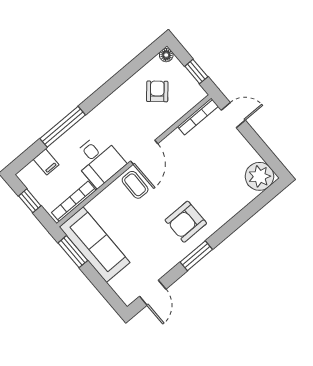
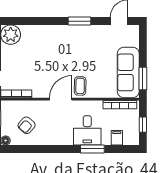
window: (63, 127) -> (92, 149), width x0.69
desk: (99, 160) -> (87, 130), moved, turned 180
armchair: (186, 222) -> (70, 44), removed

